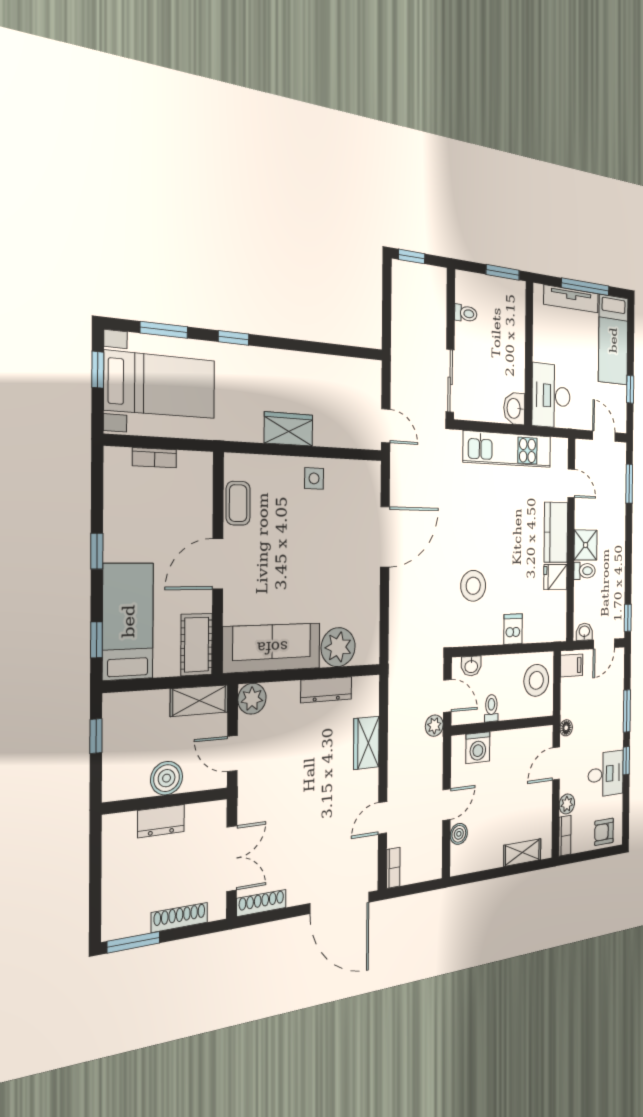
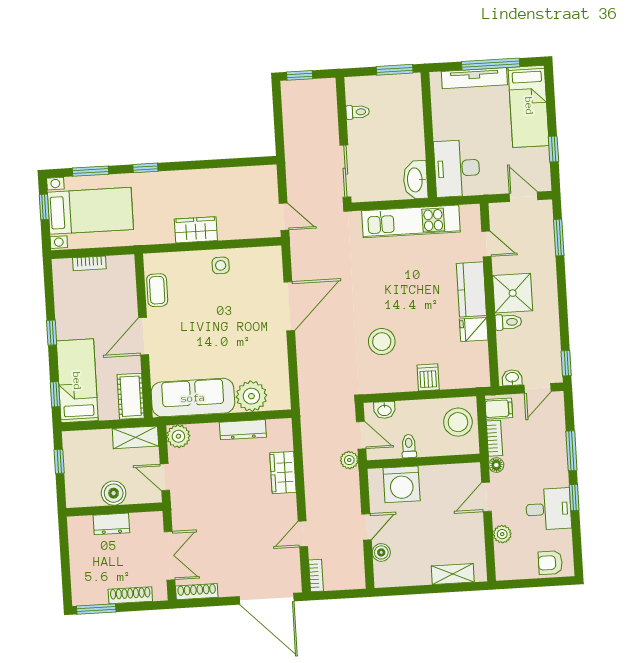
washbasin: (514, 408) -> (415, 180), width x1.38
shower: (586, 545) -> (513, 293), width x1.36, depth x1.36
washing machine: (478, 748) -> (402, 484), width x1.37, depth x1.37
bookcase: (565, 836) -> (494, 438), moved

